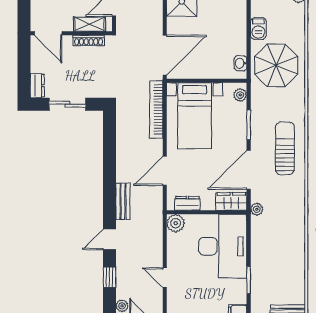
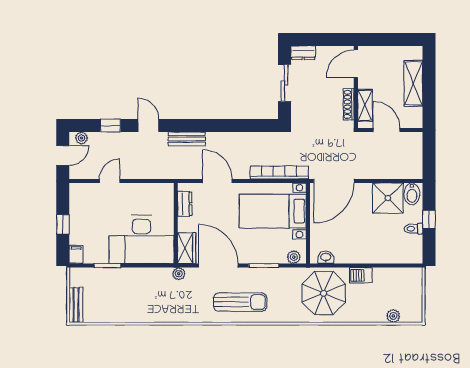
door: (165, 55) -> (334, 181), hinge flipped
plant: (176, 223) -> (165, 192), removed

